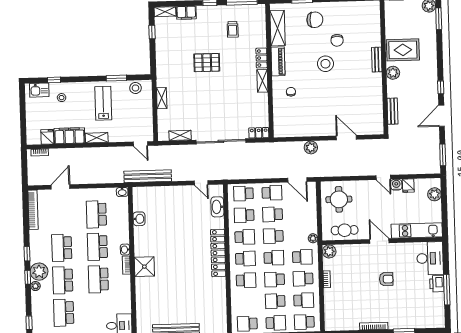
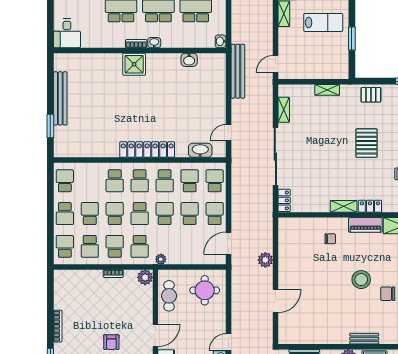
pallet: (165, 60) -> (371, 95), added
stool: (135, 88) -> (340, 60), removed
school desk: (272, 193) -> (215, 214), turned 180

